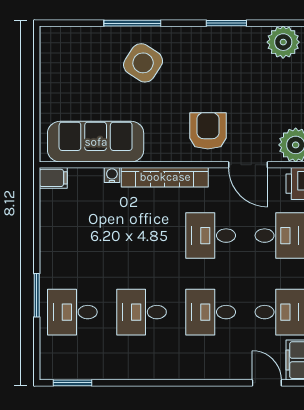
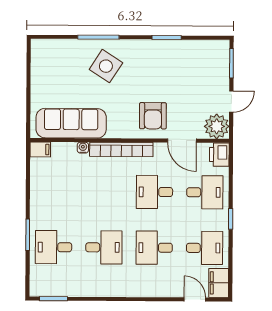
plant: (283, 42) -> (208, 52), removed
armchair: (208, 131) -> (153, 116), turned 180
desk: (142, 312) -> (104, 247), turned 180

